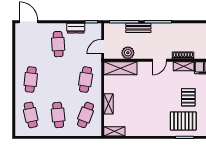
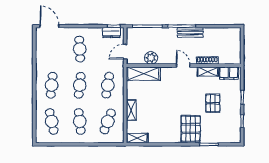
dresser: (76, 28) -> (111, 33), moved
bench: (138, 28) -> (190, 32), moved
door: (159, 60) -> (183, 66), swing flipped
cafe table: (58, 80) -> (80, 85), added
pallet: (183, 121) -> (191, 129), moved, turned 90

